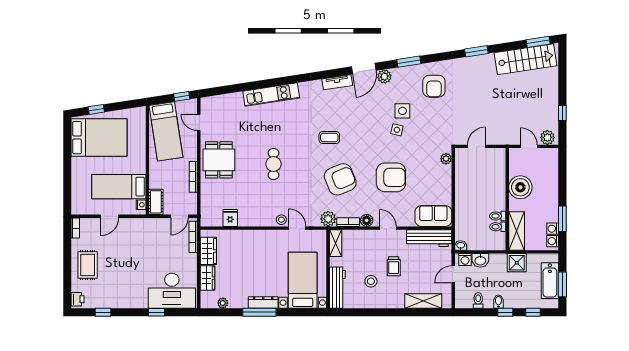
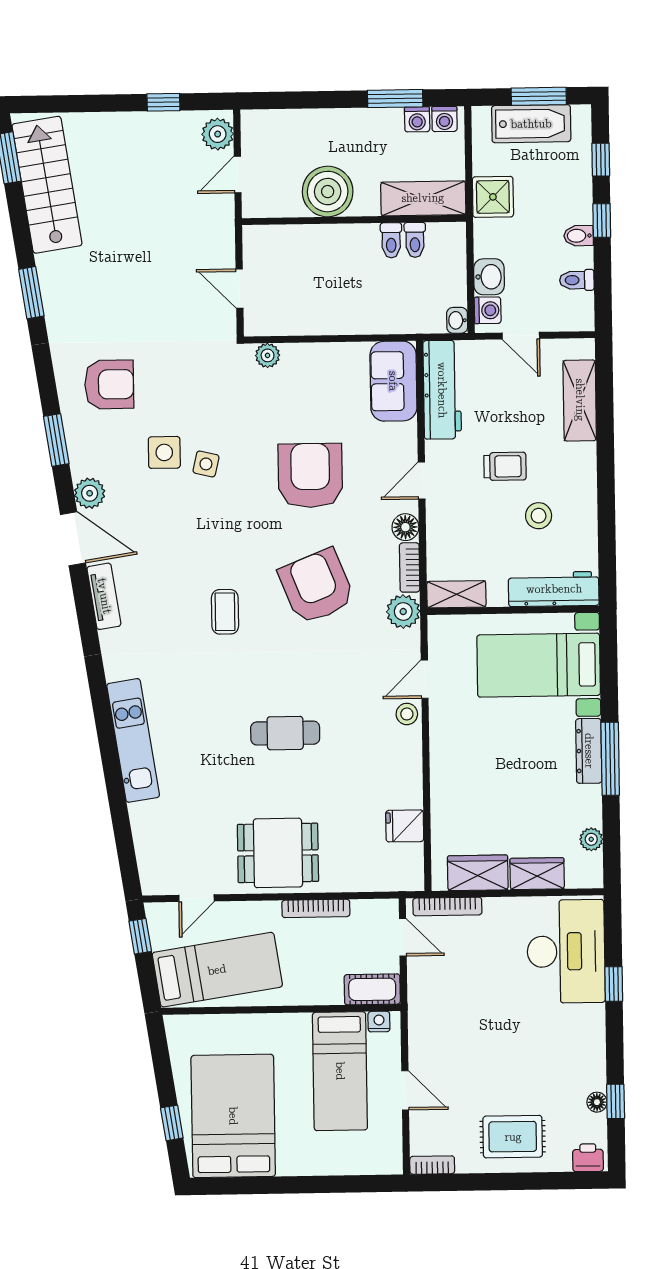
floor lamp: (103, 304) -> (597, 1102), added

